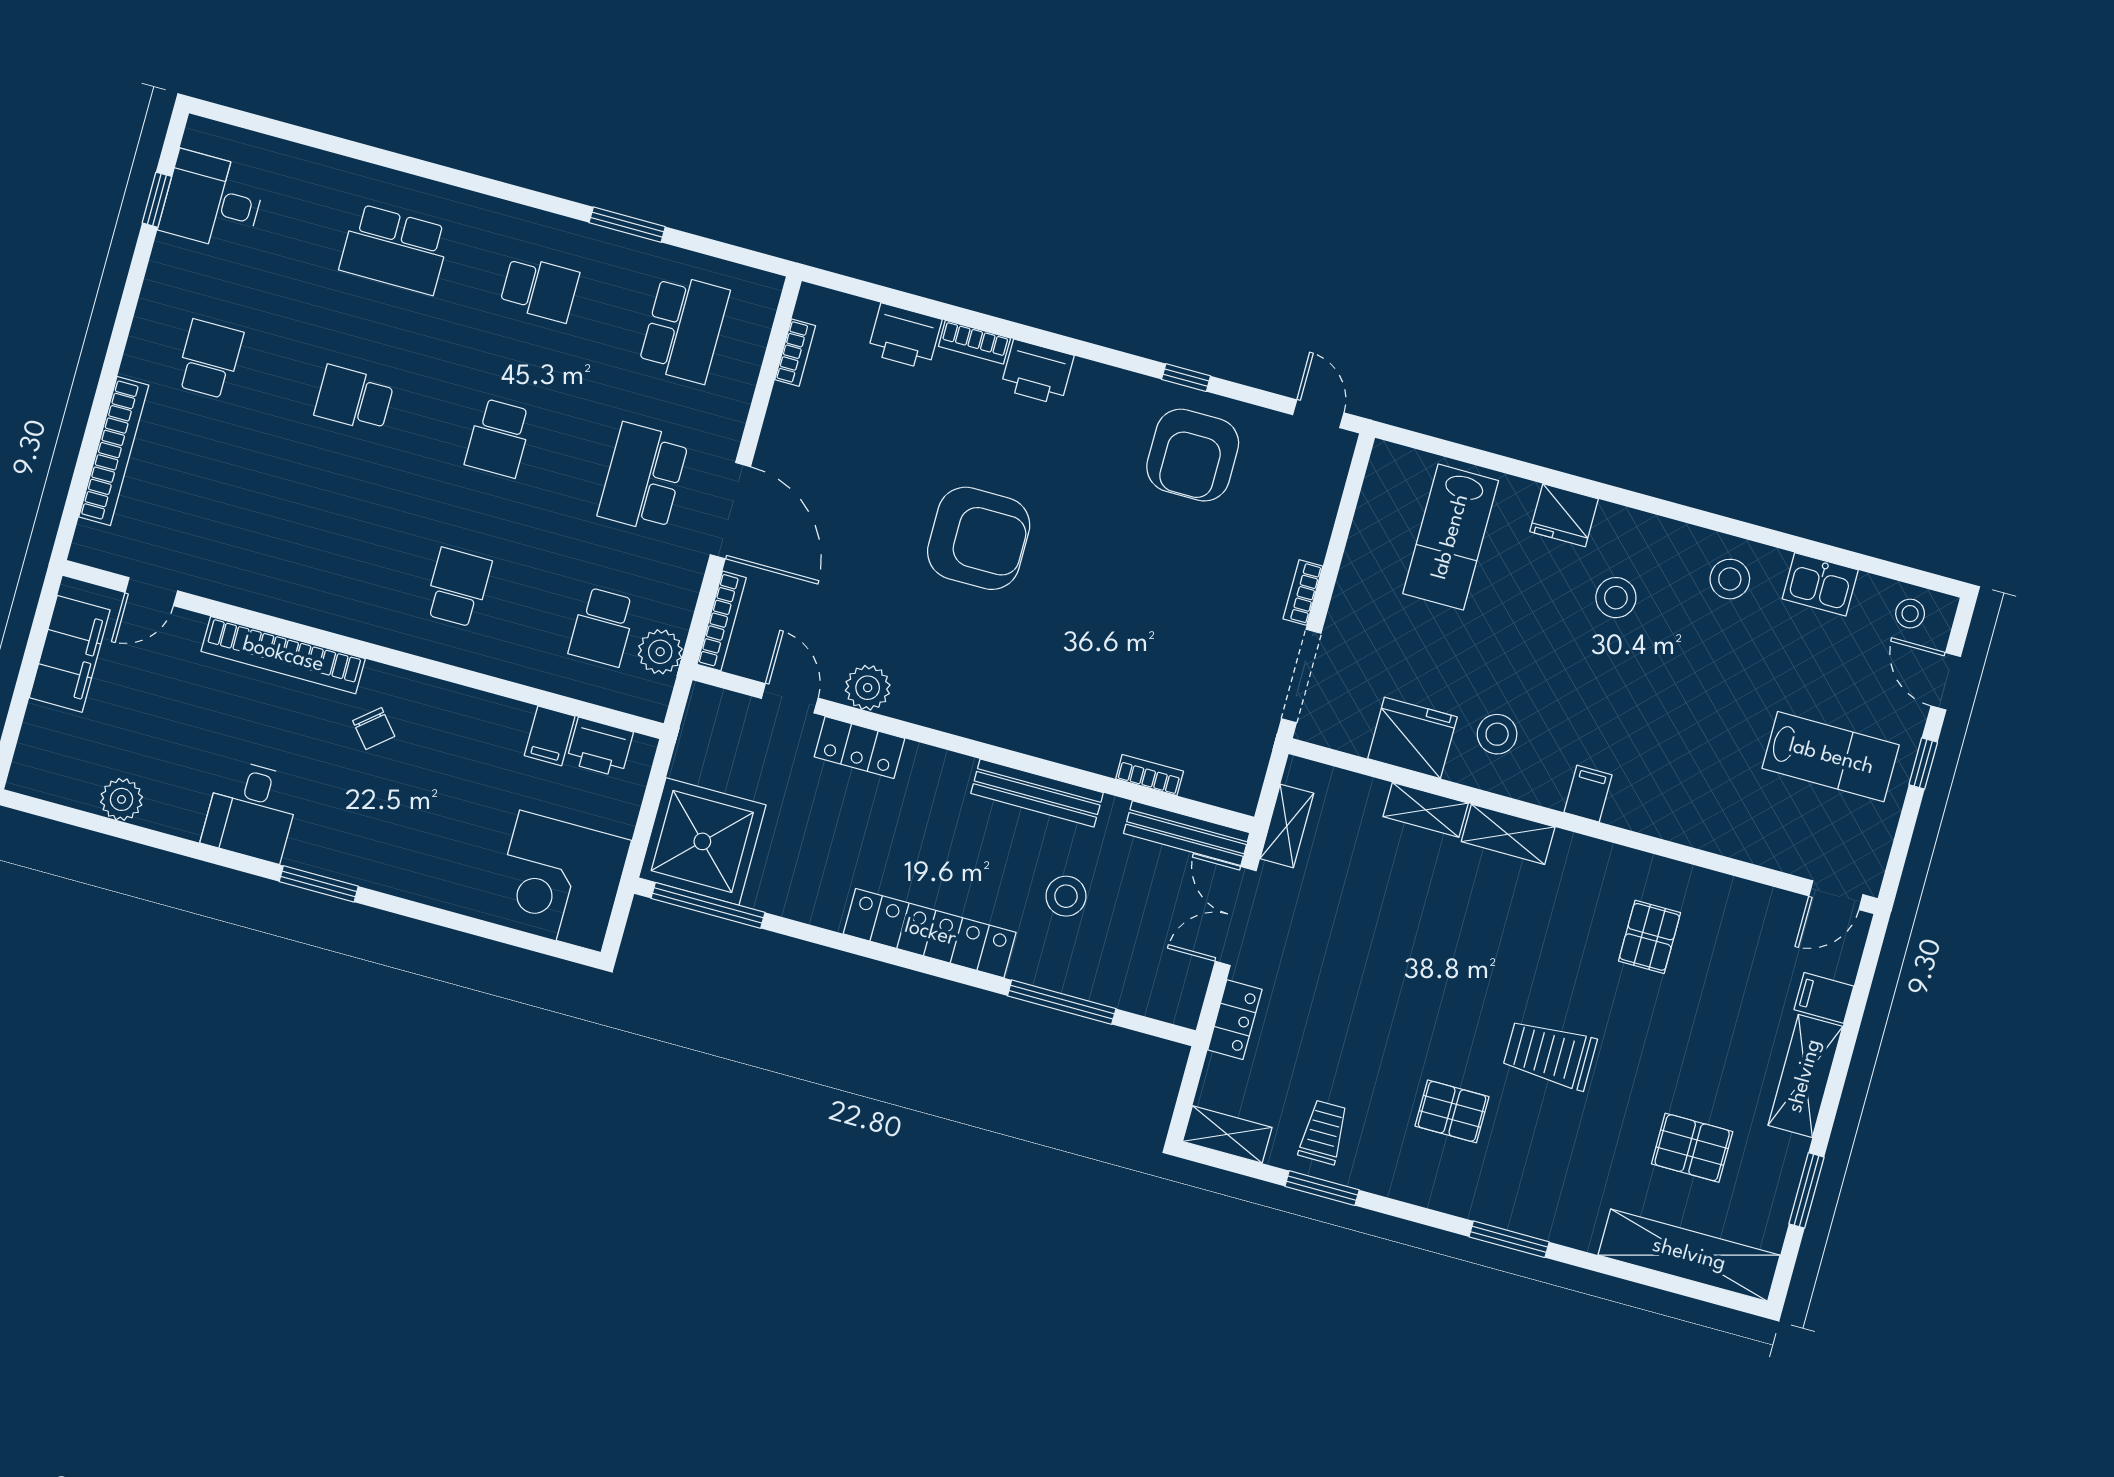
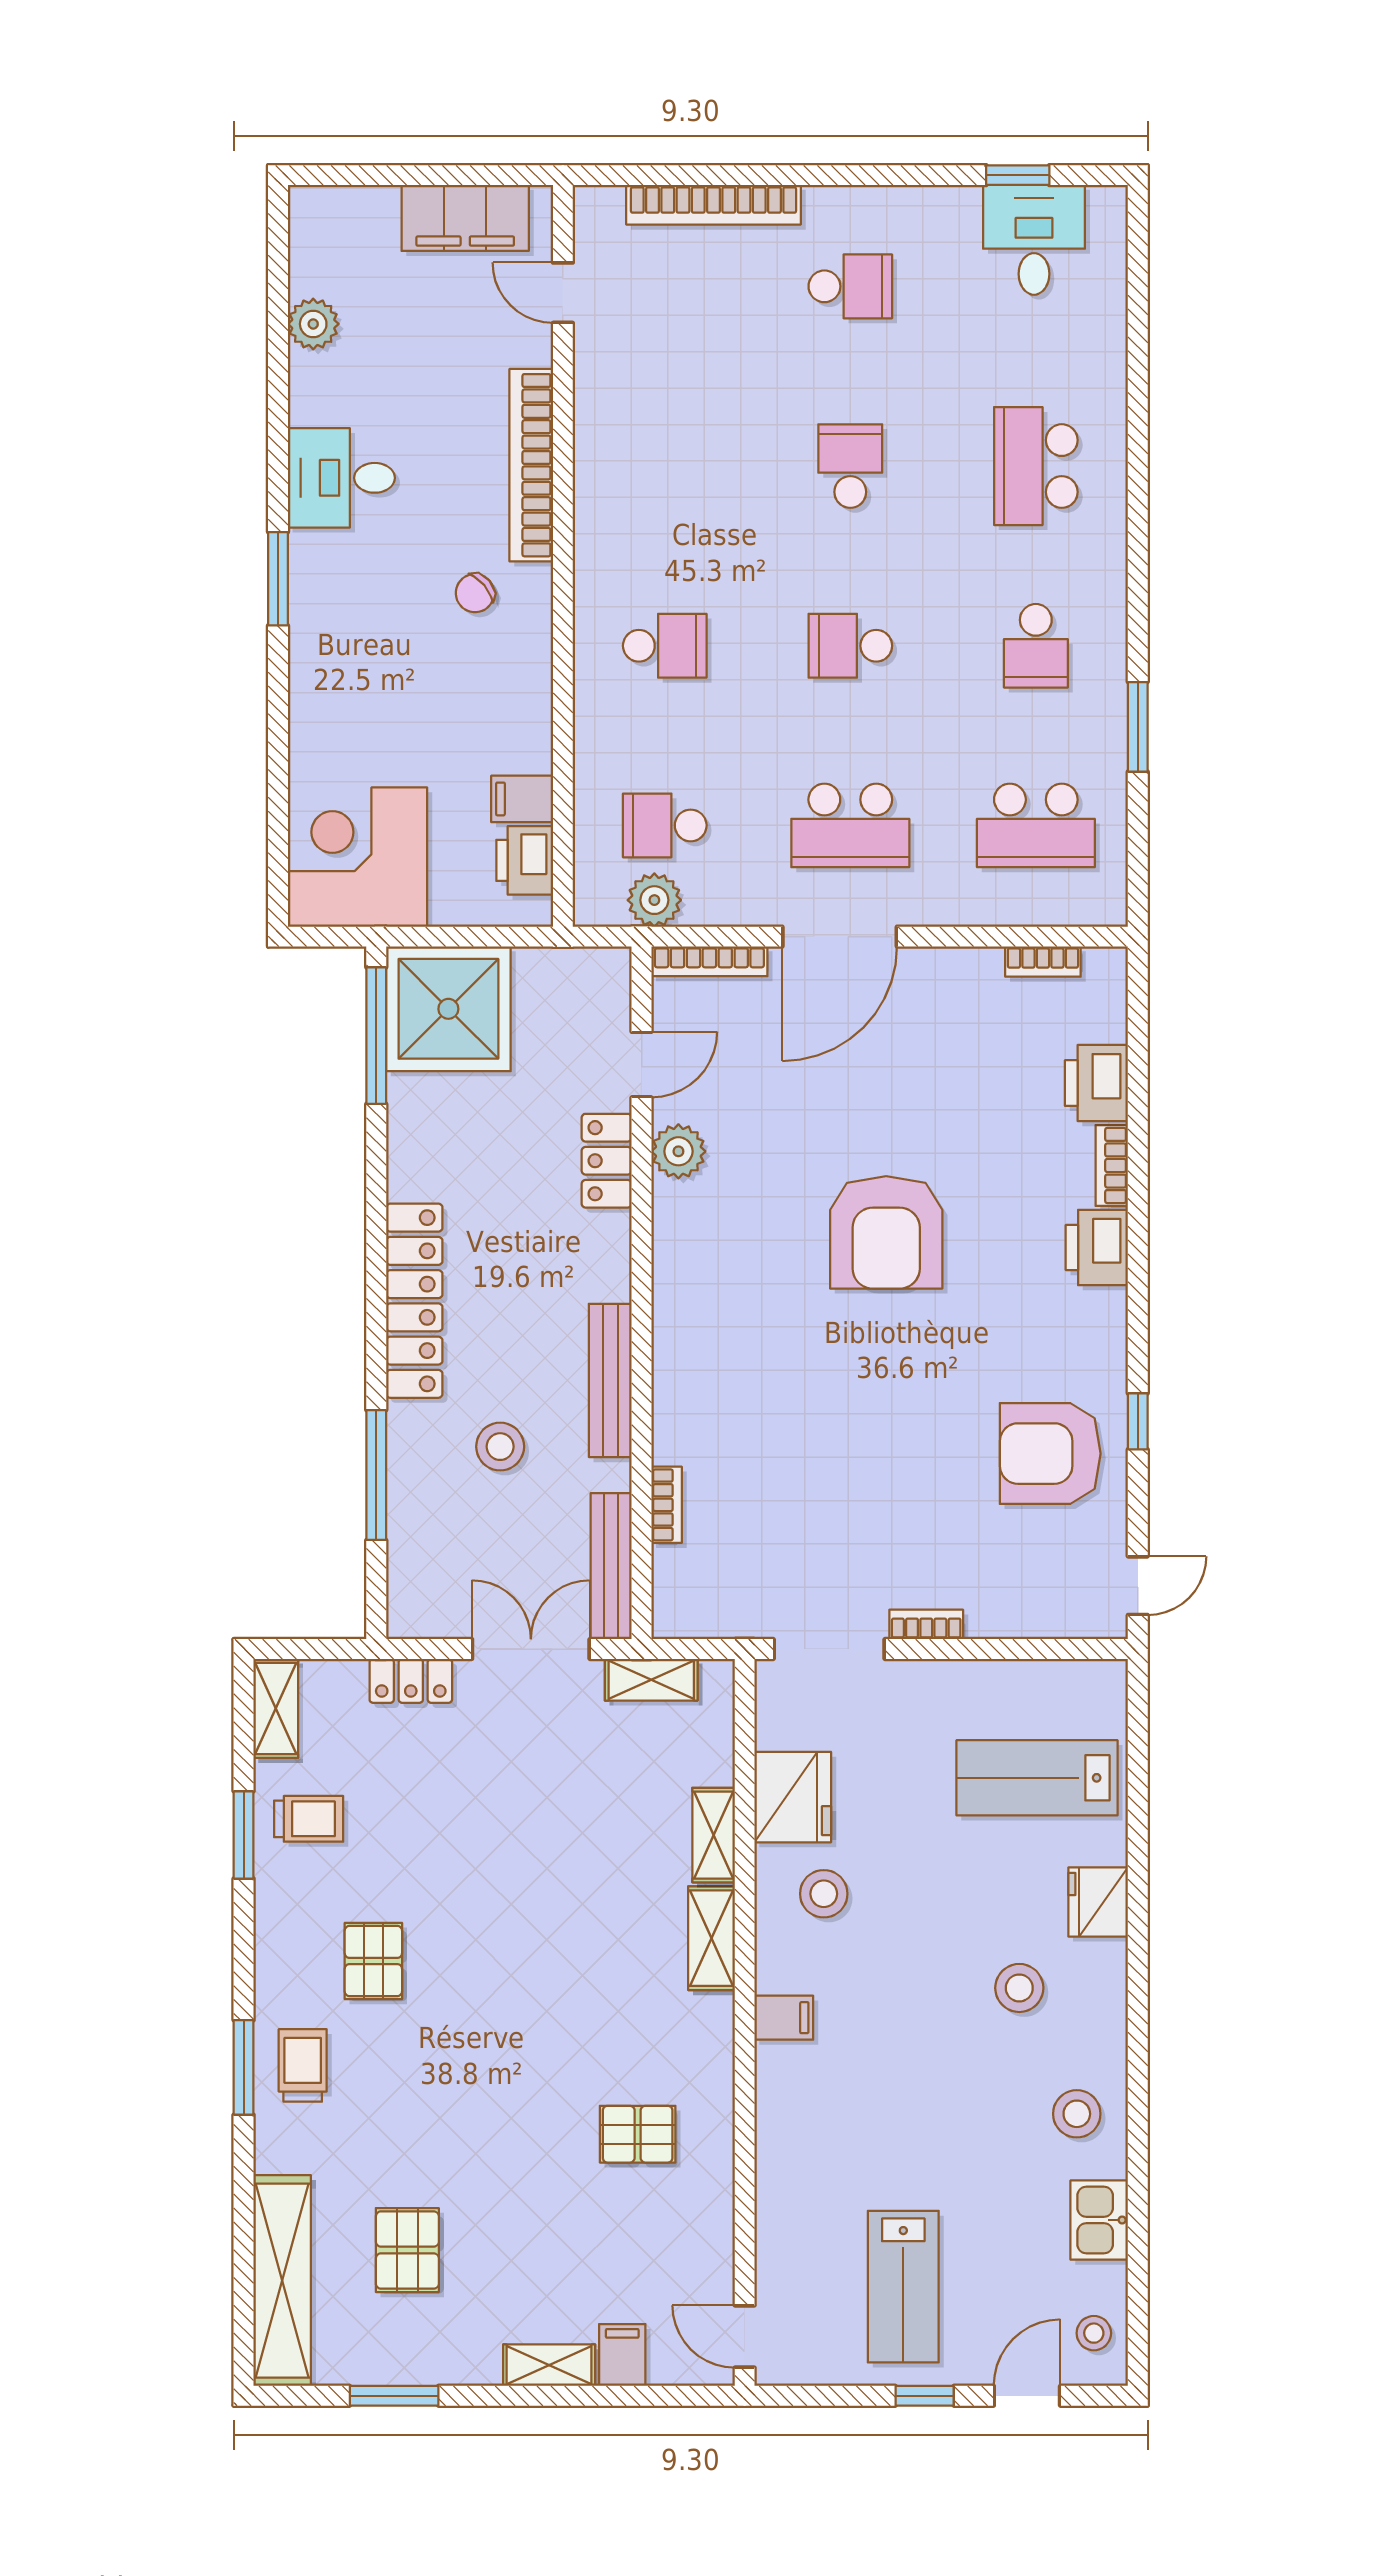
school desk: (643, 478) -> (850, 825), turned 180
trolley: (1550, 1054) -> (303, 2065), moved, width x0.73, depth x0.72
shelving: (1805, 1076) -> (549, 2365), width x0.67, depth x0.75

